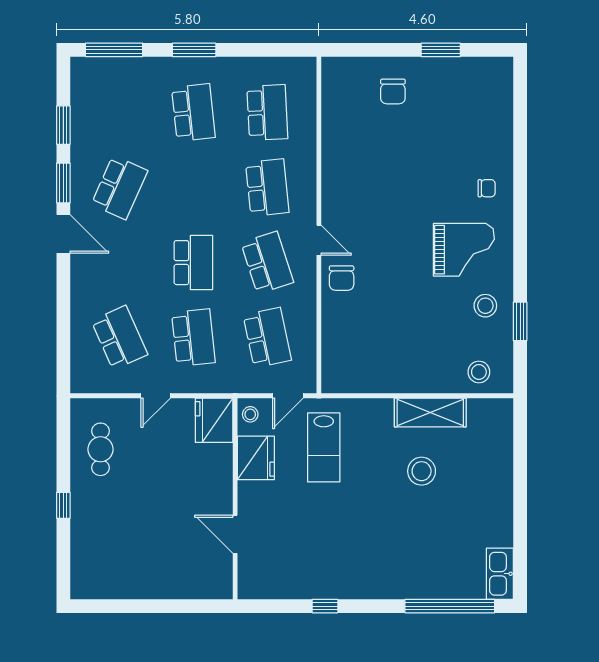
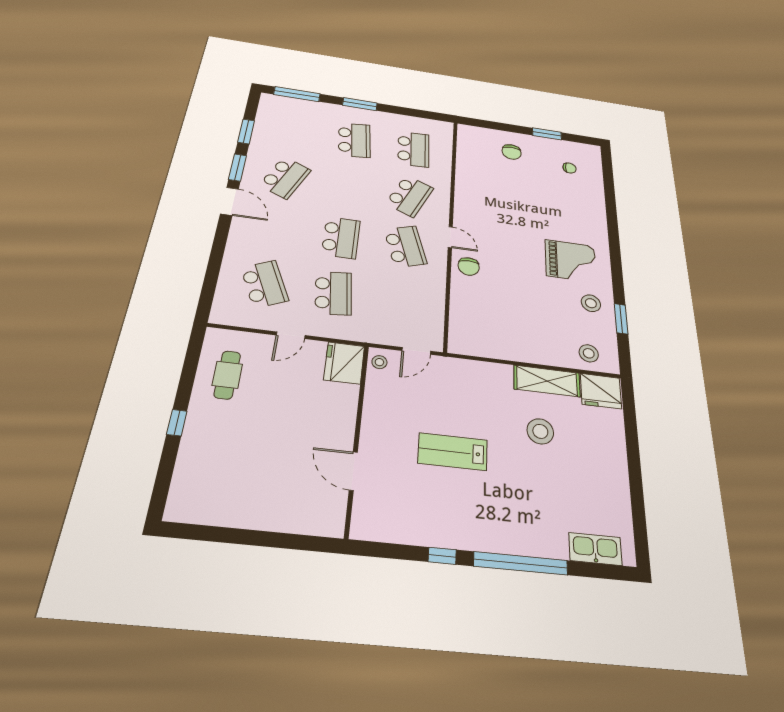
school desk: (267, 188) -> (410, 196), turned 30
chair: (487, 188) -> (570, 168), moved
school desk: (267, 338) -> (401, 302), removed
lab bench: (324, 447) -> (453, 452), moved, turned 90
fridge: (256, 458) -> (601, 391), moved, turned 90
kitchen sink: (500, 574) -> (595, 549), moved, turned 90
window: (450, 606) -> (521, 563), moved

